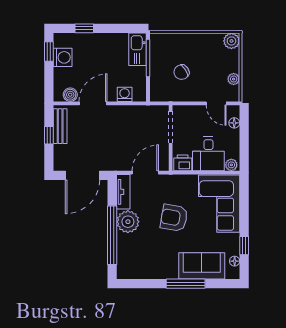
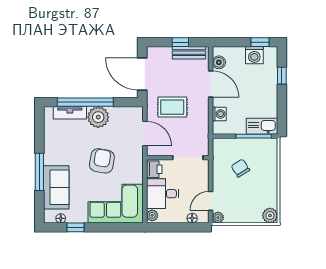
plant: (234, 79) -> (218, 218), moved
rug: (117, 144) -> (172, 107), added
tv unit: (123, 192) -> (70, 113), moved

